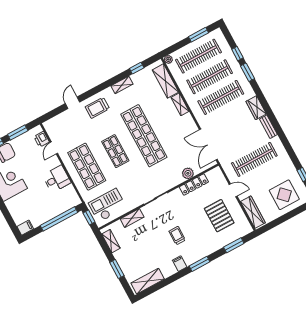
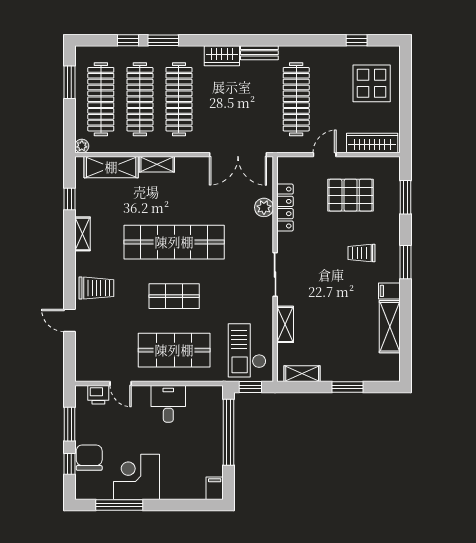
trolley: (97, 108) -> (96, 288), turned -90
trolley: (177, 236) -> (361, 253), moved
shelving: (148, 281) -> (390, 327), moved

